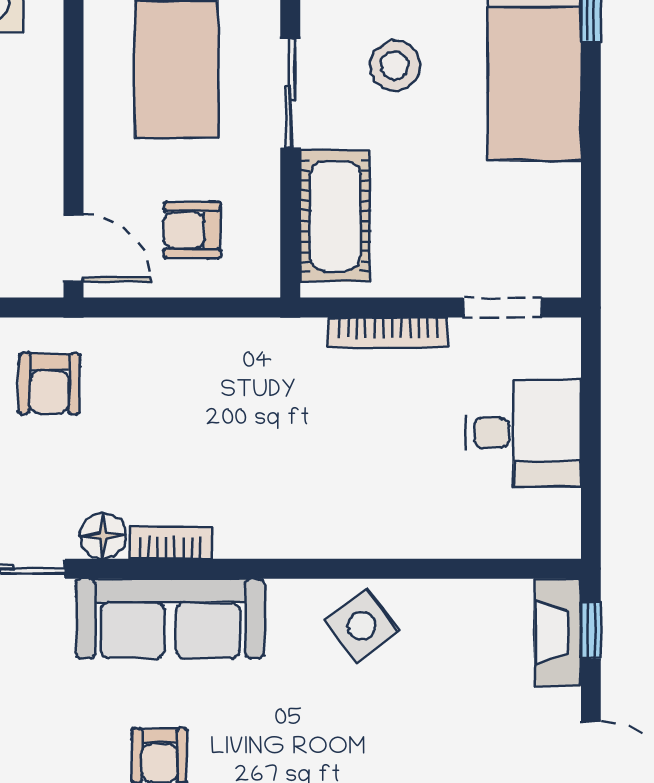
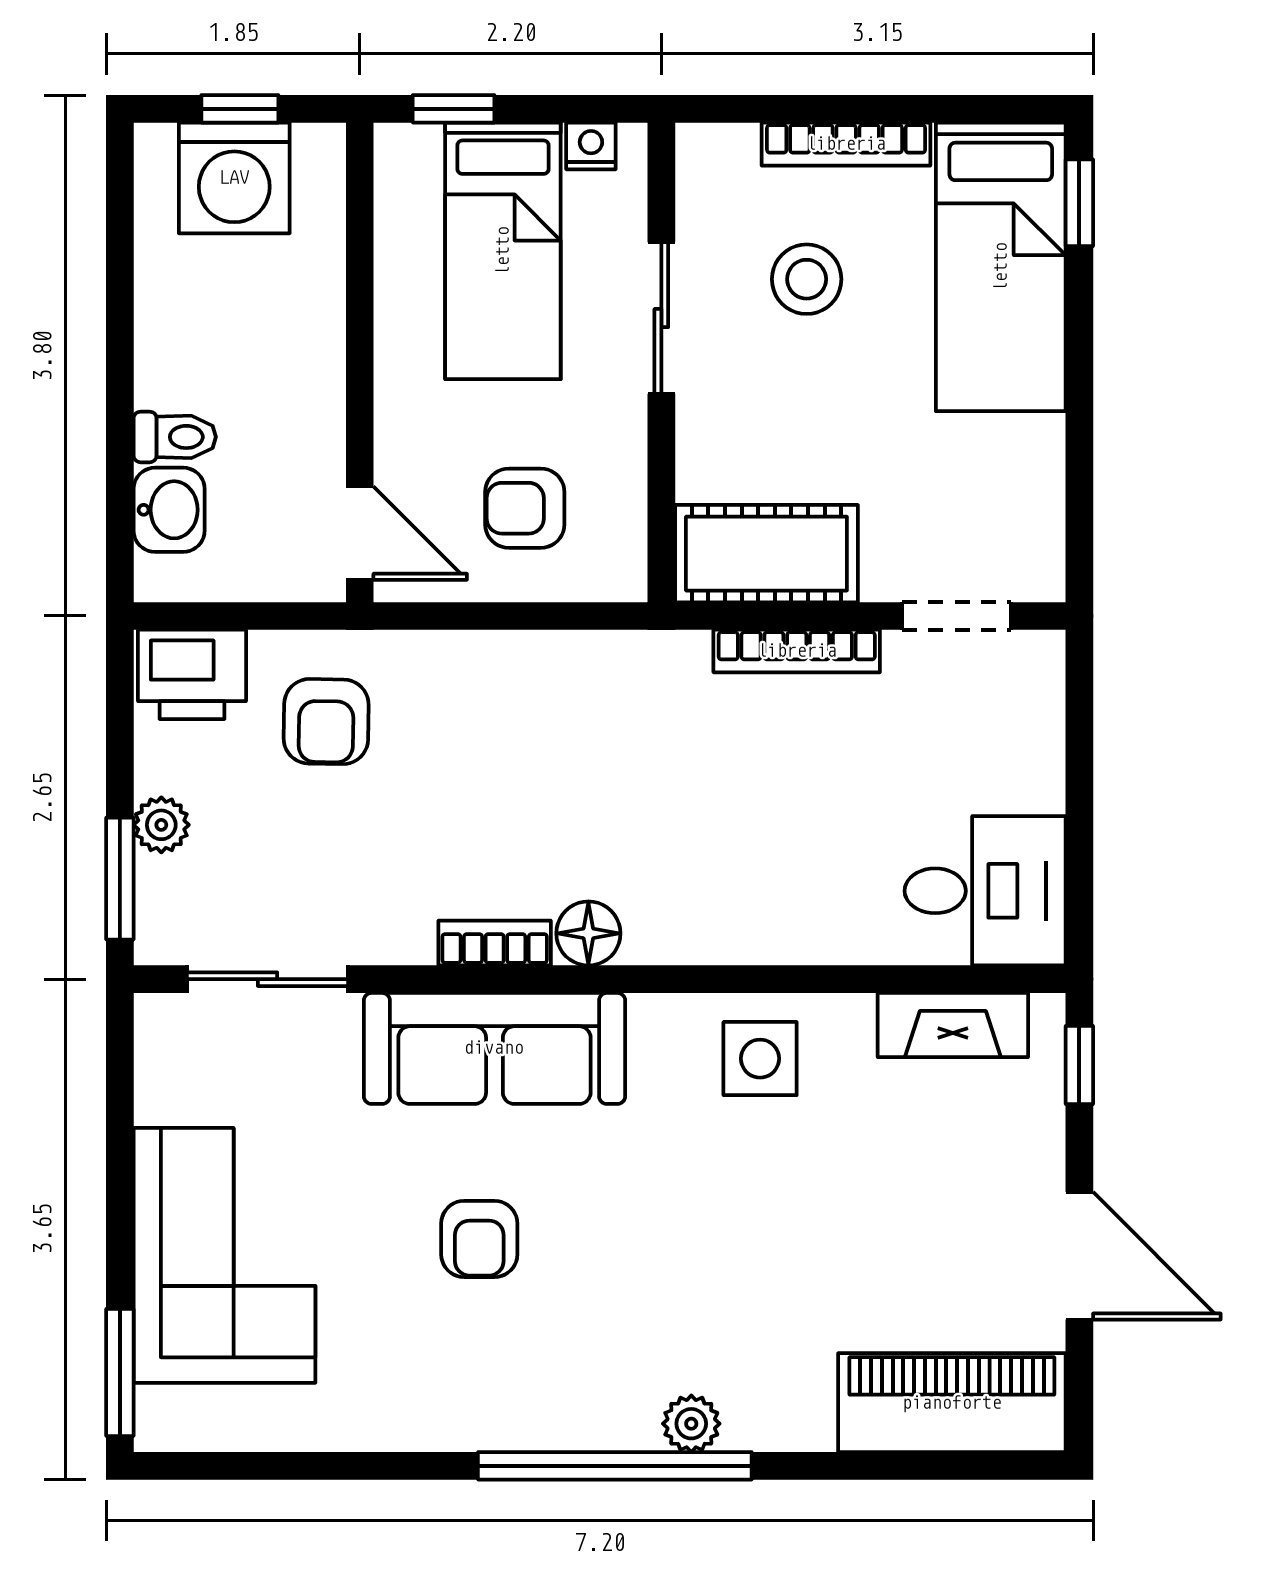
cot: (335, 216) -> (766, 554), moved, turned 90
desk: (523, 433) -> (985, 891), moved
floor lamp: (103, 536) -> (588, 933), moved
side table: (361, 626) -> (760, 1059), turned 38
fireplace: (558, 633) -> (953, 1025), moved, turned -90

